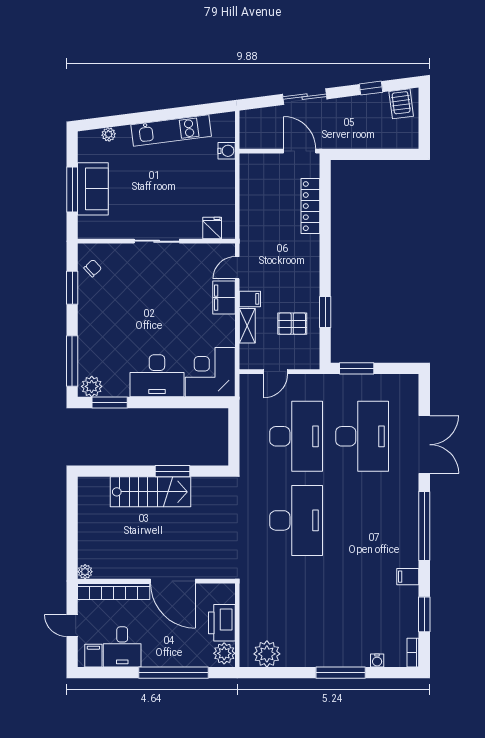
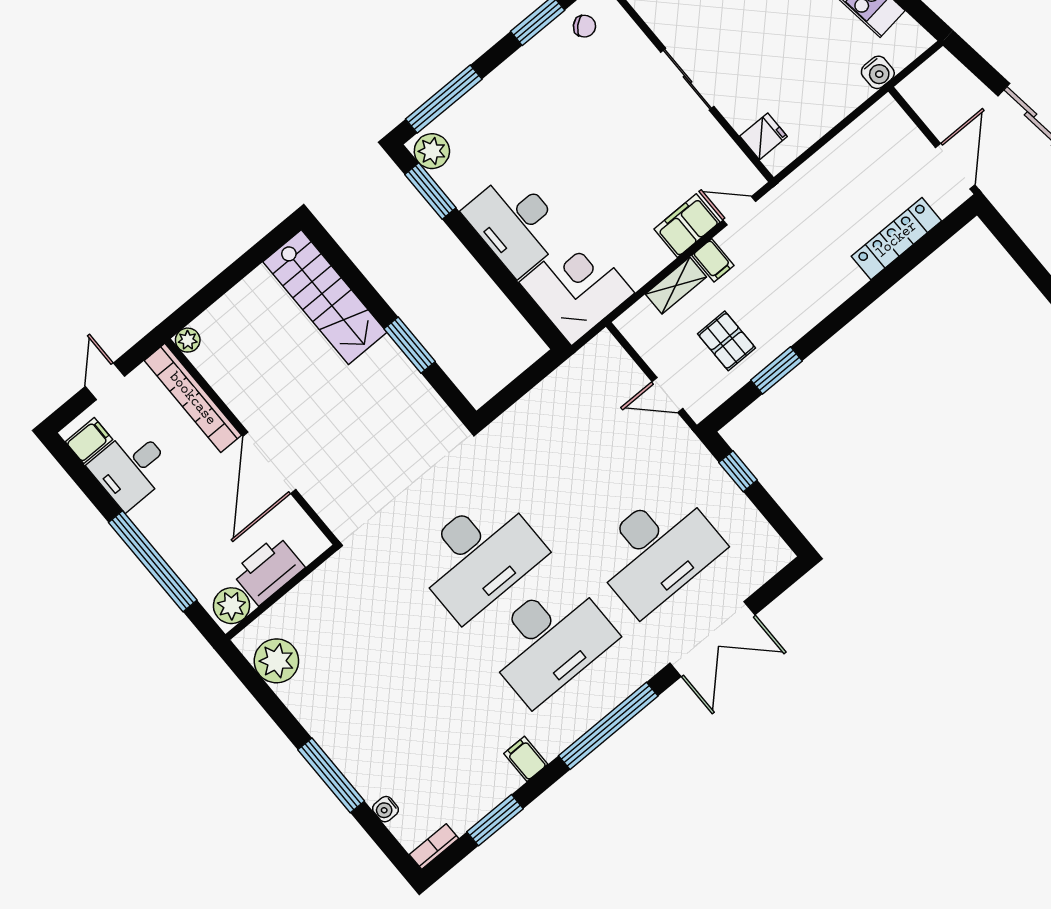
window: (357, 368) -> (738, 471), width x0.67
door: (275, 372) -> (667, 395), moved
desk: (296, 436) -> (549, 640), moved
stairs: (150, 492) -> (325, 297), moved

